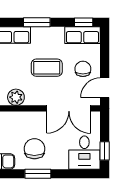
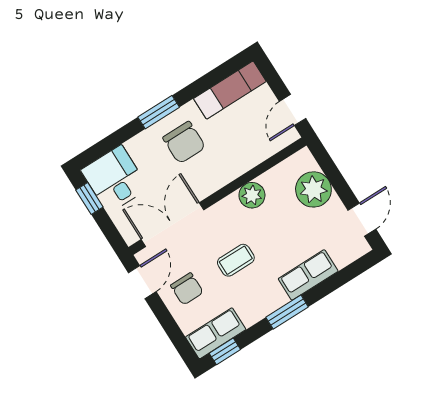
coffee table: (47, 68) -> (236, 260), width x0.73, depth x0.77

